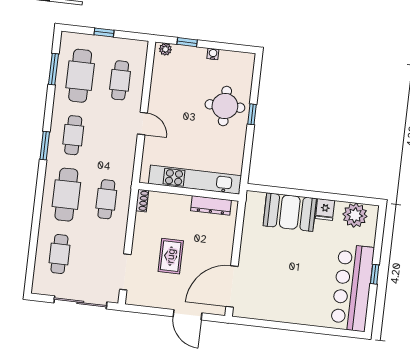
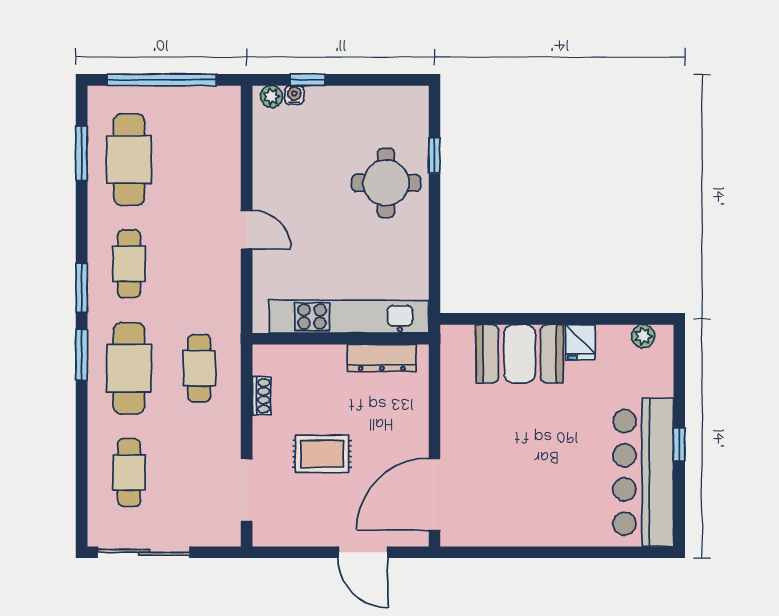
window: (104, 33) -> (162, 80), width x3.17
water cooler: (213, 54) -> (294, 95), moved
cafe table: (120, 80) -> (199, 159), removed
window: (252, 114) -> (434, 155), moved
window: (40, 184) -> (82, 355), added
shoe rack: (142, 201) -> (262, 396), moved
plant: (355, 215) -> (643, 336), width x0.53, depth x0.53
rug: (171, 256) -> (322, 454), turned 90
sliding door: (80, 302) -> (144, 552), moved

